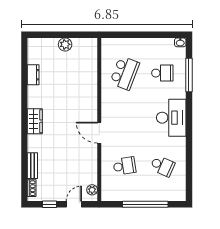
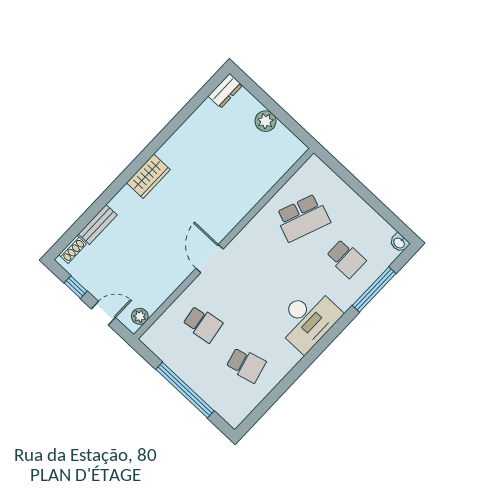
dresser: (33, 75) -> (225, 91), moved
school desk: (162, 166) -> (246, 365), turned -39

